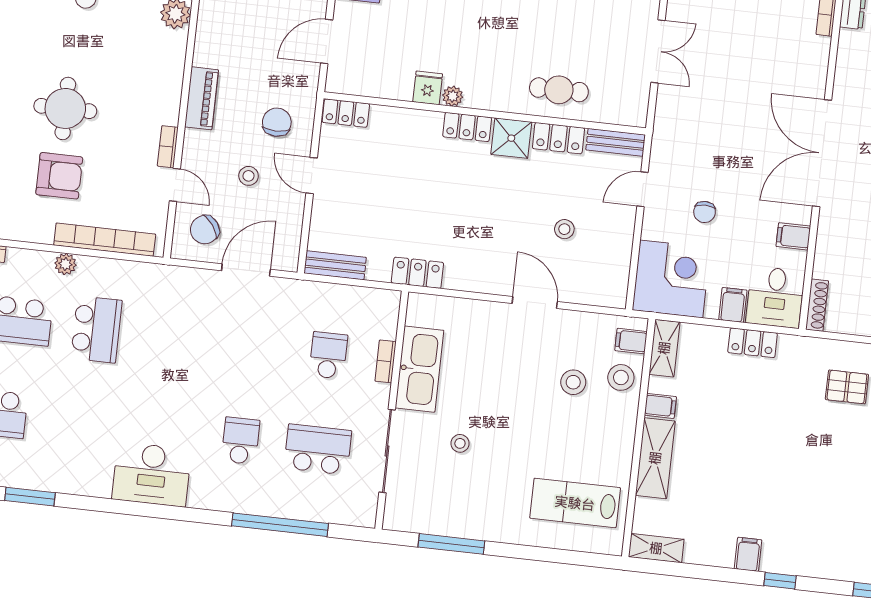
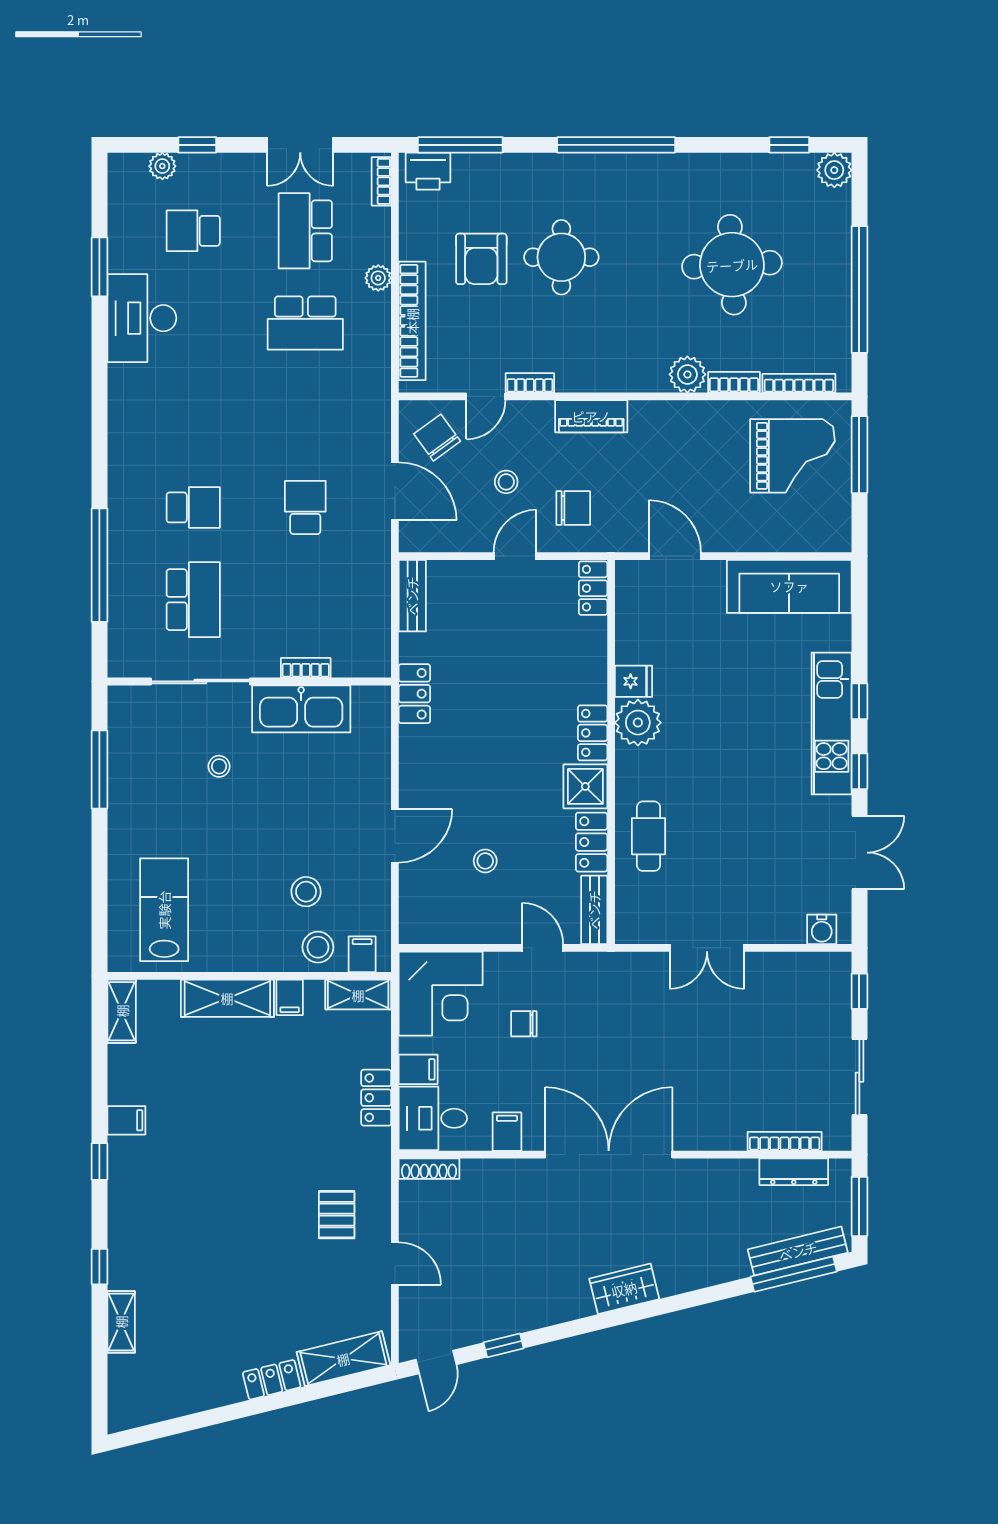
plant: (453, 96) -> (638, 723), width x1.88, depth x1.88
school desk: (328, 355) -> (305, 507), moved, turned -90
desk: (152, 474) -> (142, 318), moved

